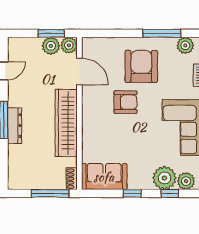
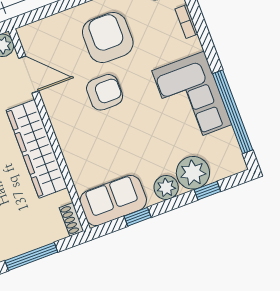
plant: (186, 181) -> (166, 187), moved
window: (50, 193) -> (31, 256), moved
window: (132, 193) -> (138, 217), moved

